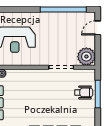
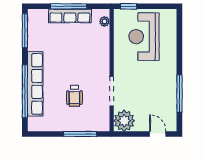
window: (63, 9) -> (179, 93), width x0.68
wheelchair: (84, 92) -> (74, 96), moved

